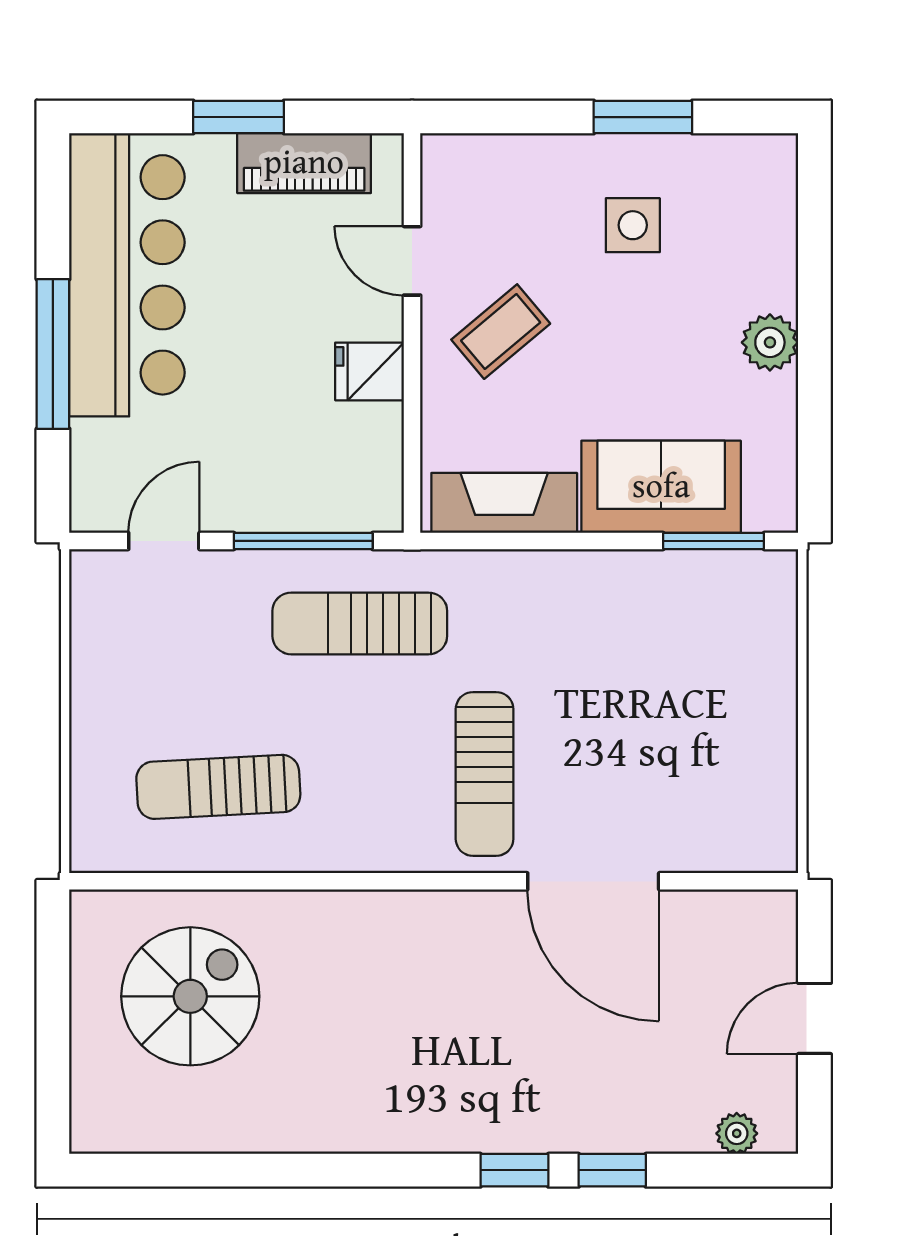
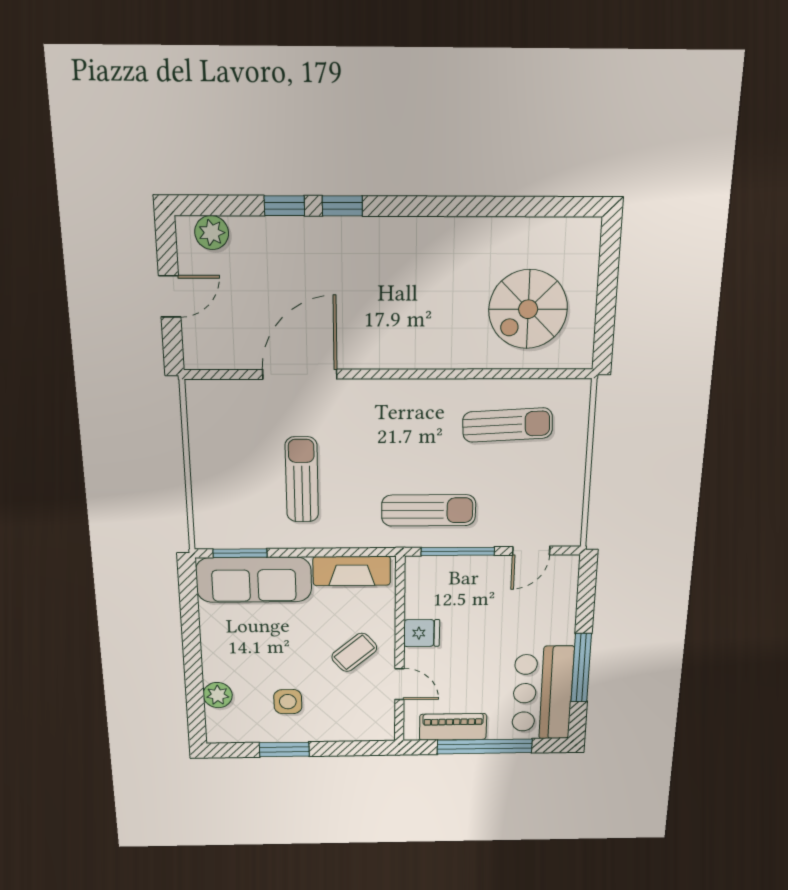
window: (239, 117) -> (485, 746), width x2.11
bar counter: (127, 275) -> (543, 693), width x0.73
plant: (770, 342) -> (218, 695), moved
window: (53, 354) -> (581, 668), moved
sofa: (661, 487) -> (254, 580), width x1.36
sun lounger: (485, 774) -> (302, 480), moved
door: (593, 881) -> (300, 374), hinge flipped
plant: (737, 1133) -> (212, 233), width x1.38, depth x1.38

